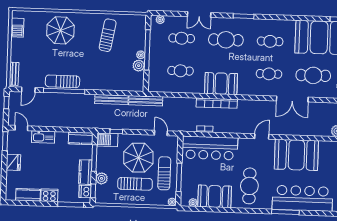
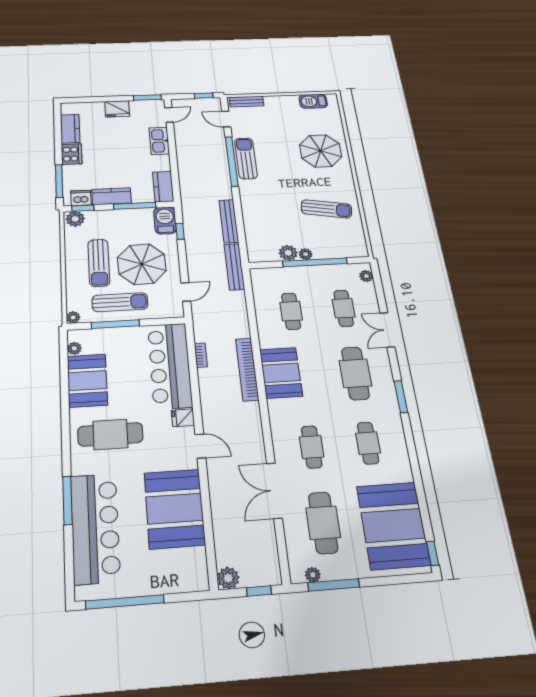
fridge: (244, 144) -> (183, 418), added
plant: (102, 178) -> (75, 219), moved

